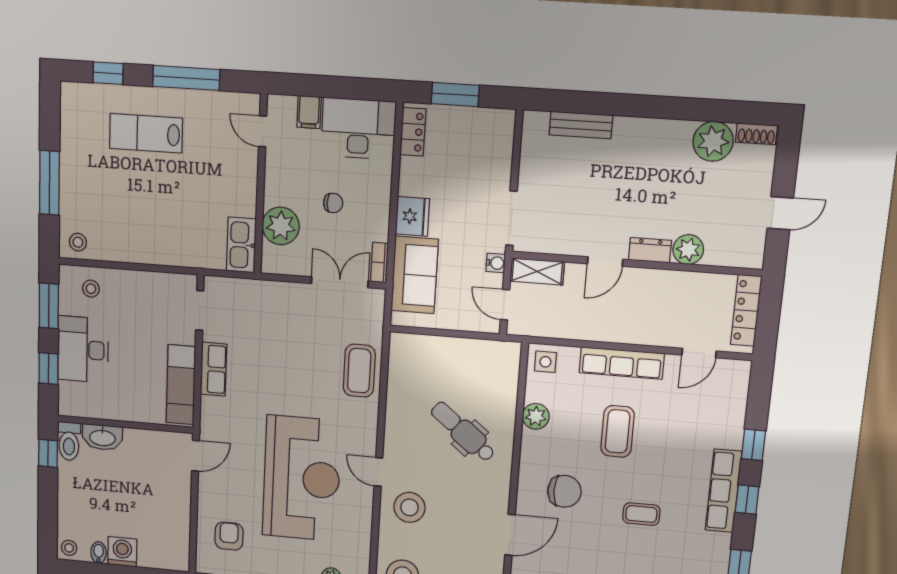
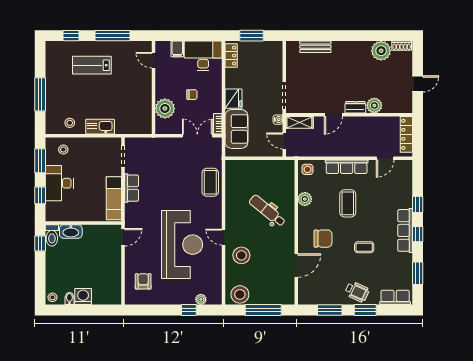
stool: (78, 242) -> (70, 123), moved
kitchen sink: (241, 245) -> (100, 127), moved, turned 90

